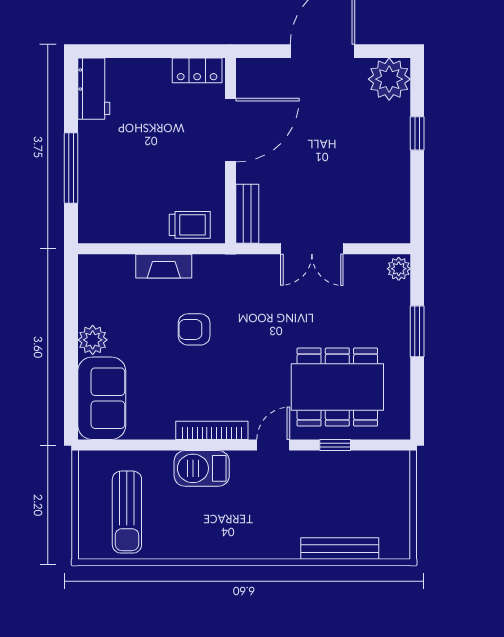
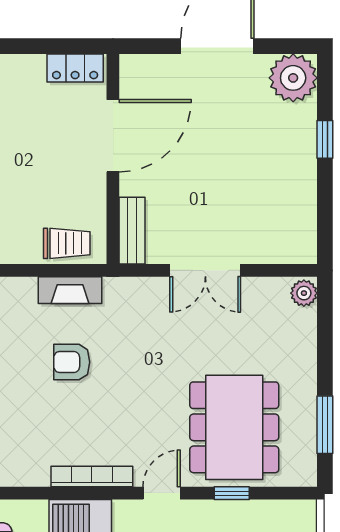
fireplace: (164, 266) -> (70, 290), moved
window: (417, 331) -> (325, 425), moved
dining table: (337, 387) -> (234, 427), turned 90

